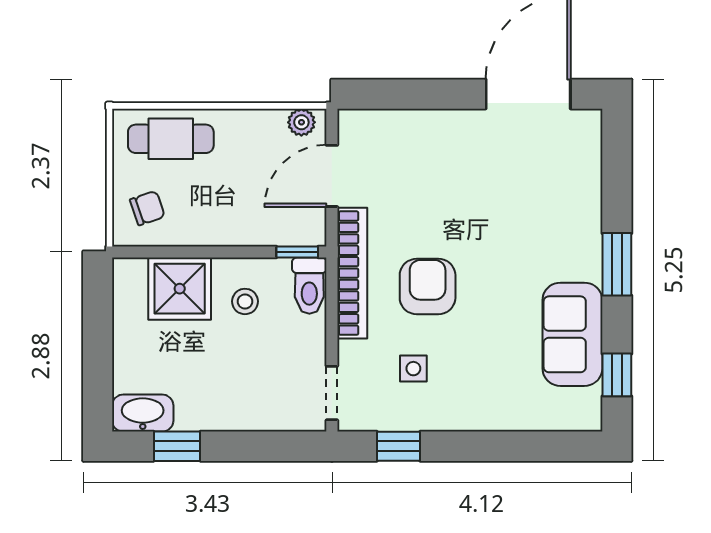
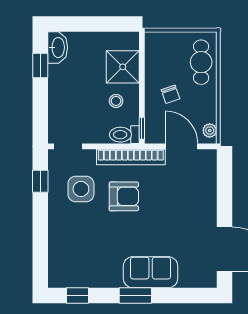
chair: (147, 208) -> (170, 94), moved
sofa: (572, 334) -> (151, 272), moved
side table: (413, 369) -> (81, 189), width x1.87, depth x1.87

